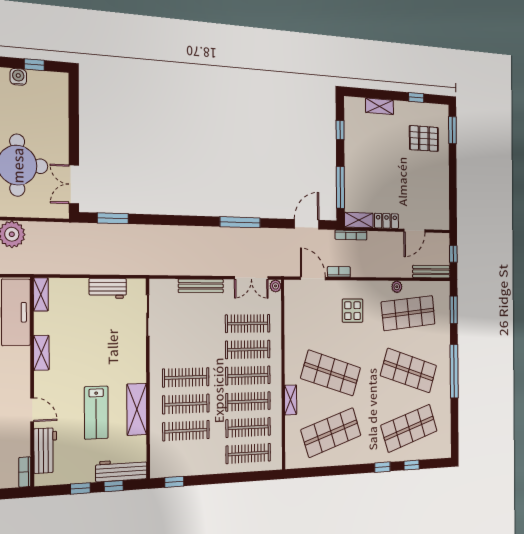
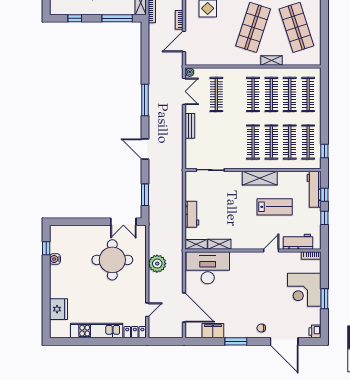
door: (307, 224) -> (145, 149), moved
bench: (201, 286) -> (190, 126), width x0.73
workbench: (108, 288) -> (192, 214), moved
clothes rail: (248, 349) -> (308, 142), moved
shelving: (41, 353) -> (219, 244), moved
shelving: (137, 409) -> (260, 178), moved

